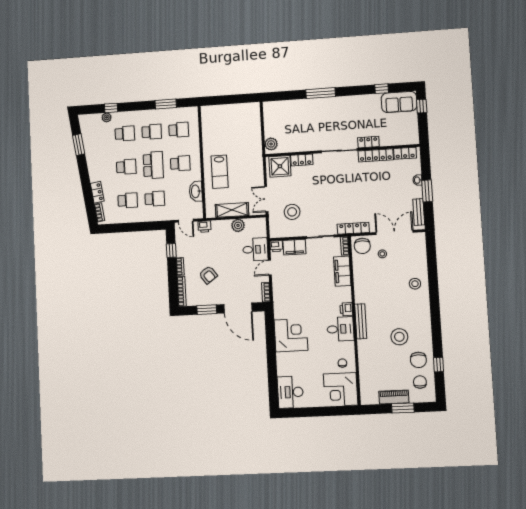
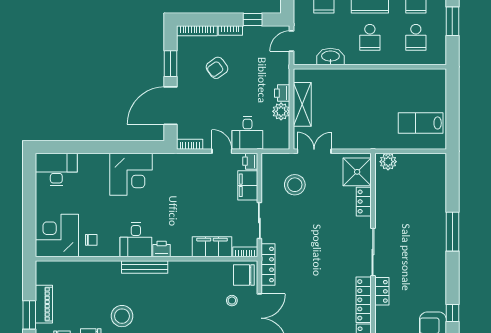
lab bench: (220, 172) -> (421, 123), moved
printer: (204, 227) -> (282, 93), moved

